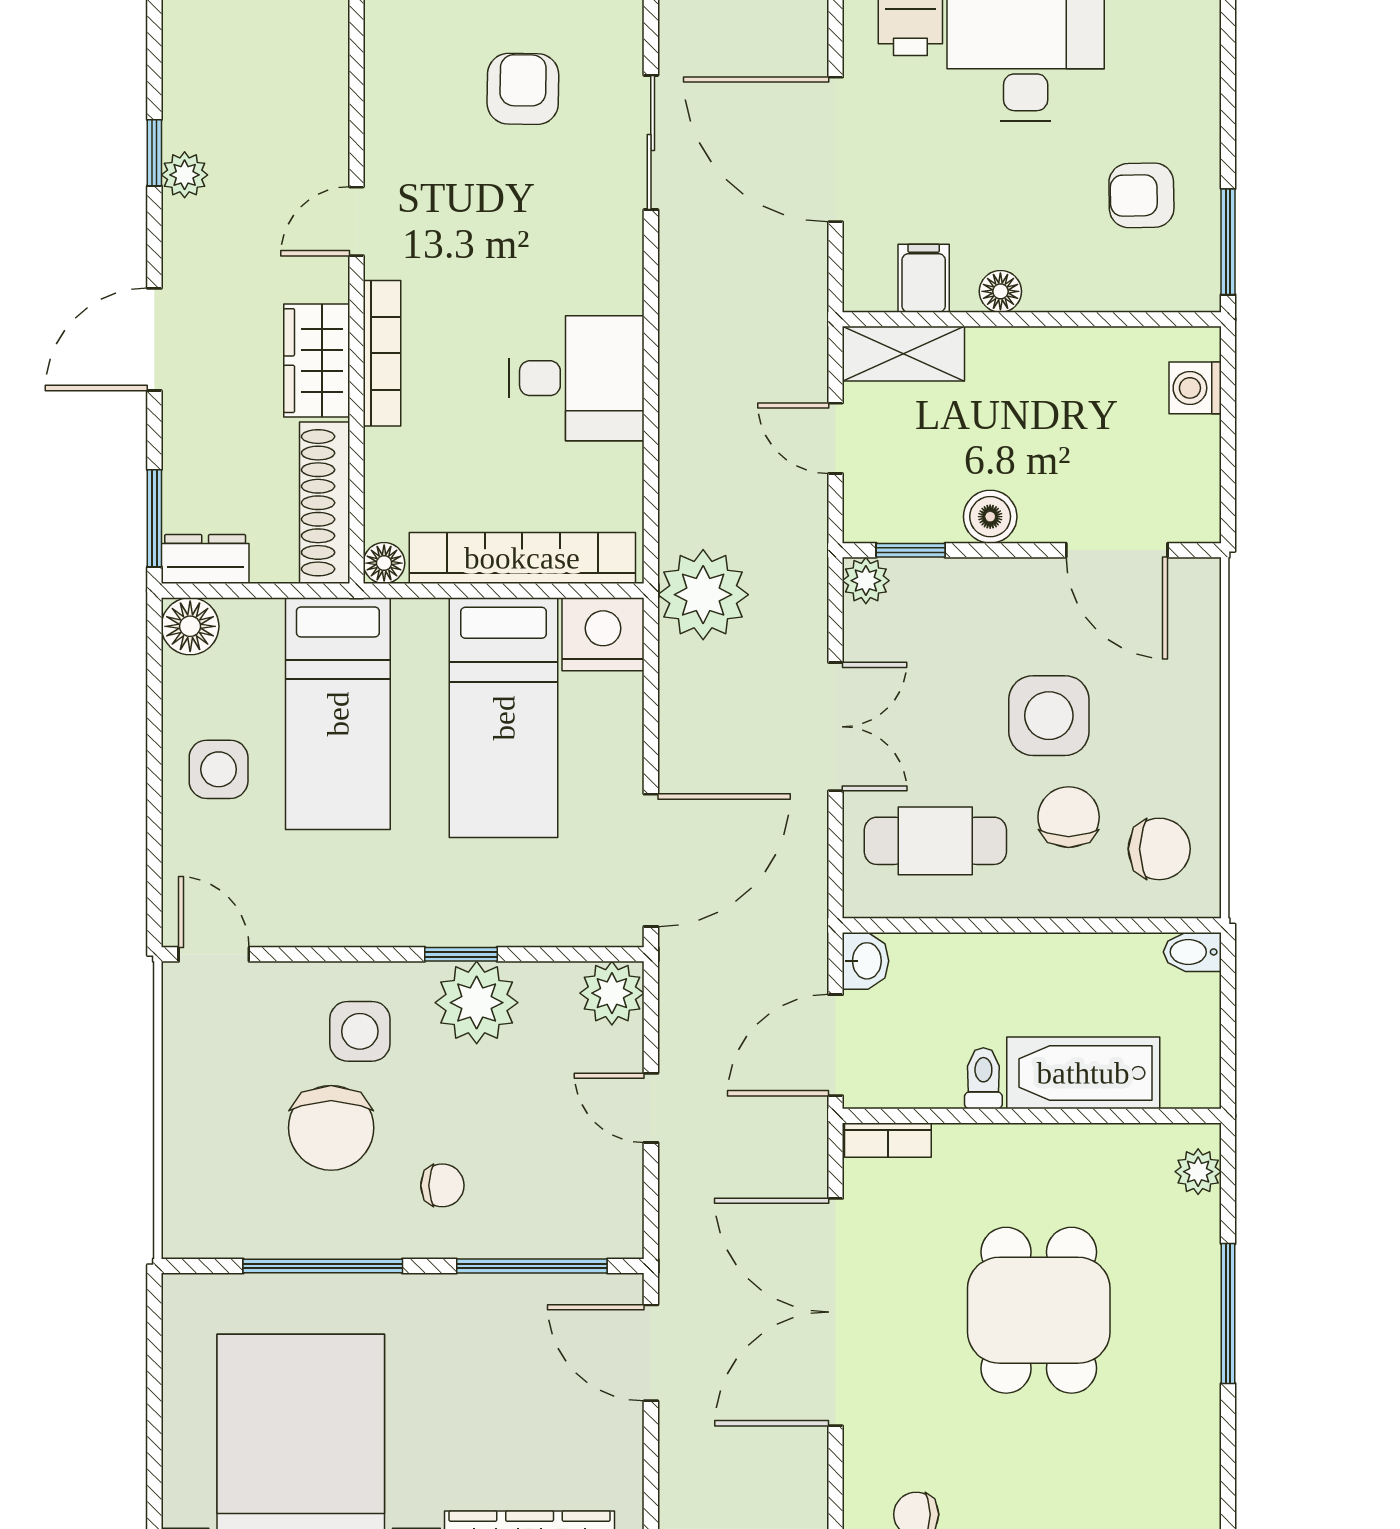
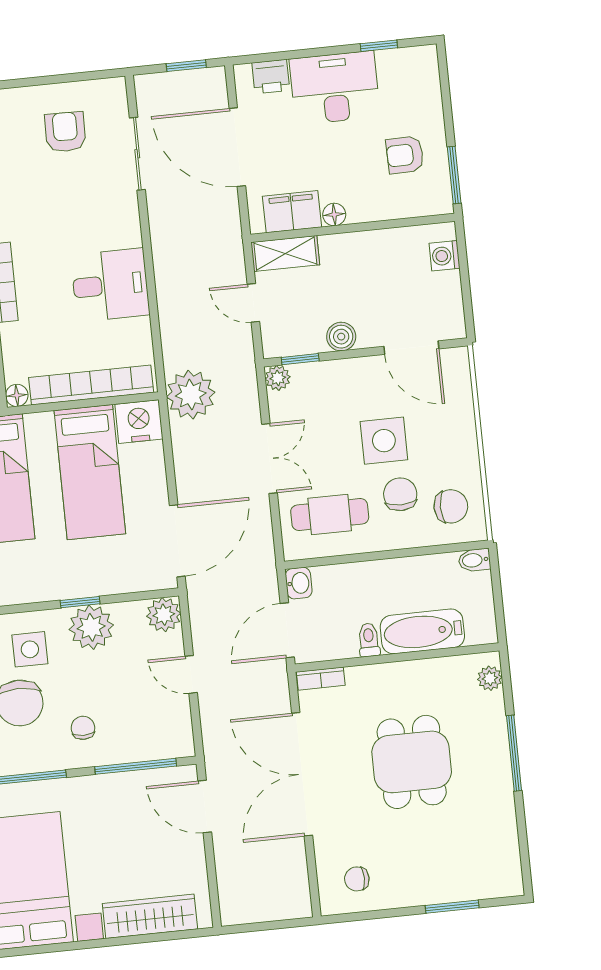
filing cabinet: (924, 278) -> (292, 212), width x2.00
chair: (442, 1185) -> (83, 728), turned -90

